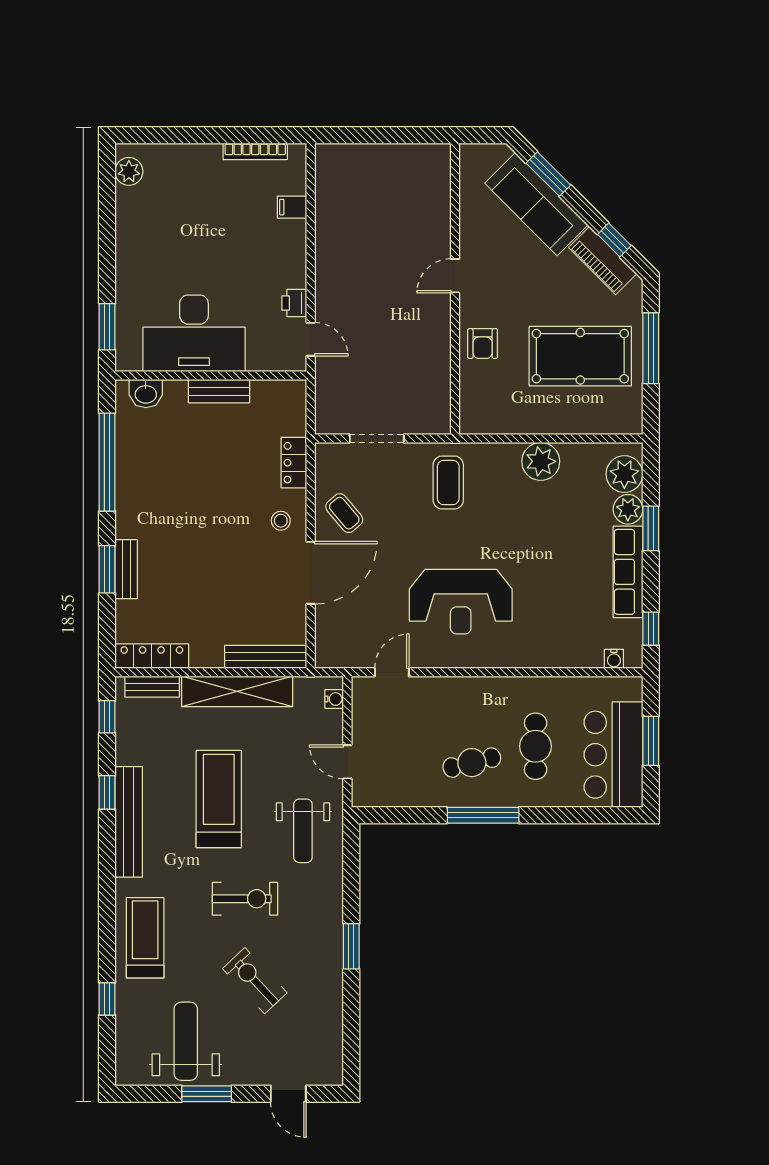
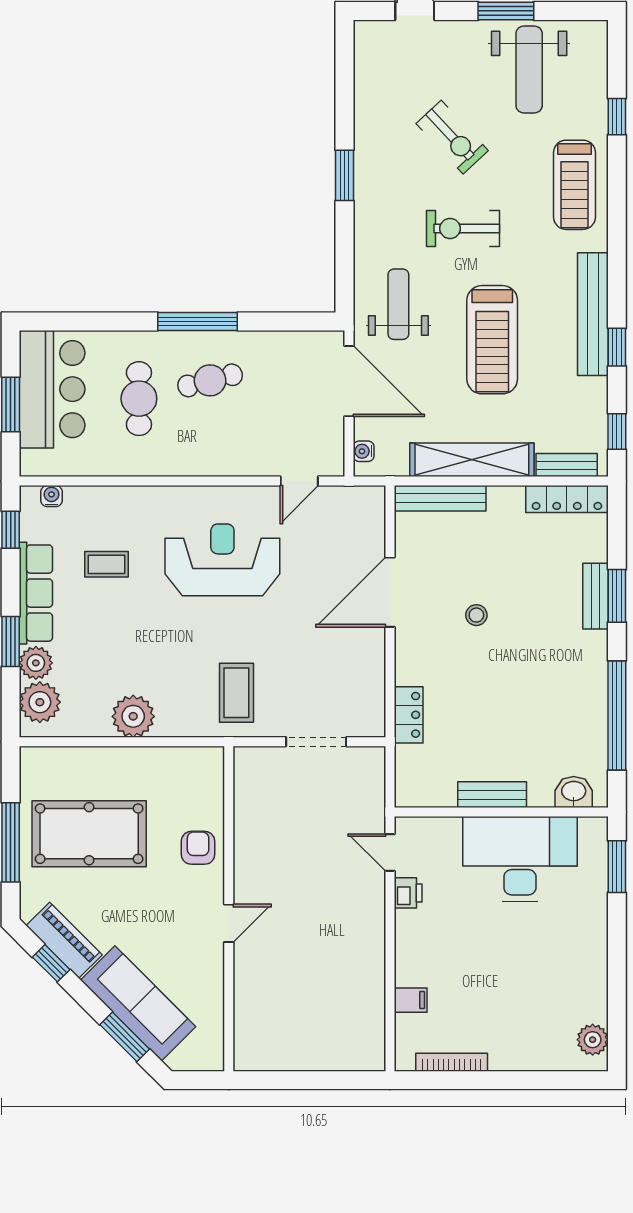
coffee table: (344, 513) -> (107, 564), moved, turned -50
stool: (281, 521) -> (476, 615), moved
door: (347, 762) -> (349, 381), width x1.88

